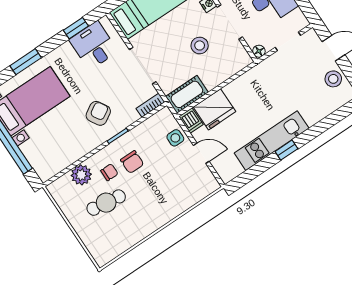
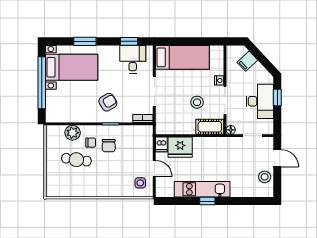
cot: (187, 94) -> (210, 127), moved
side table: (175, 138) -> (140, 183), moved

